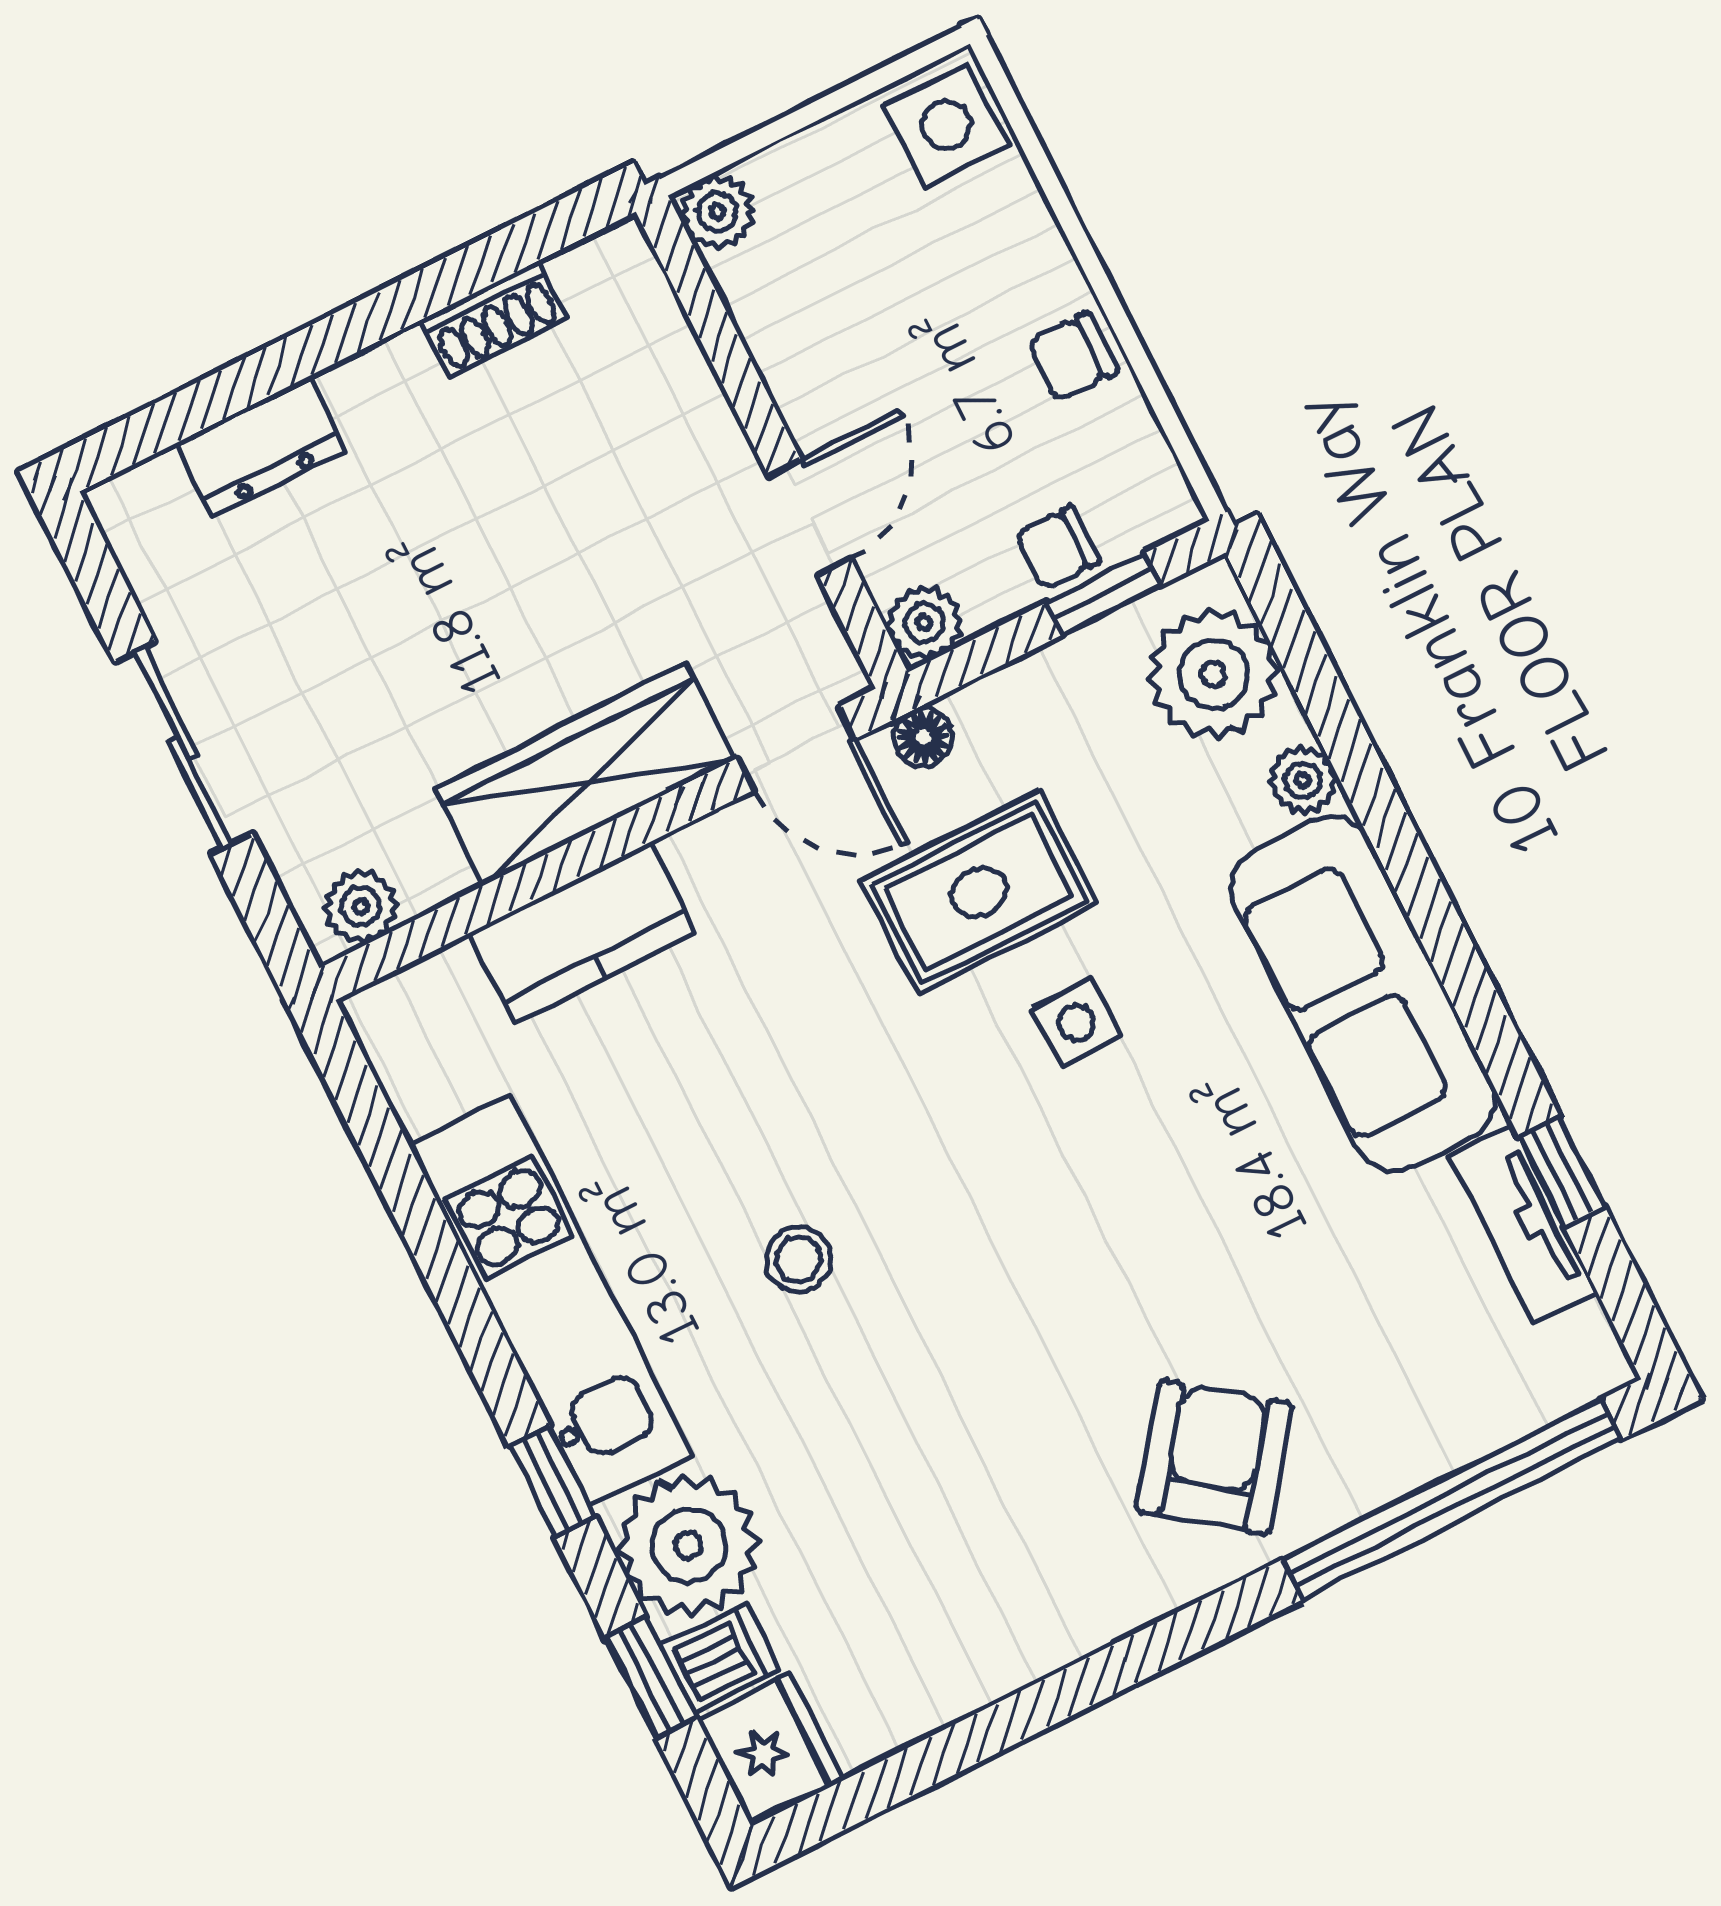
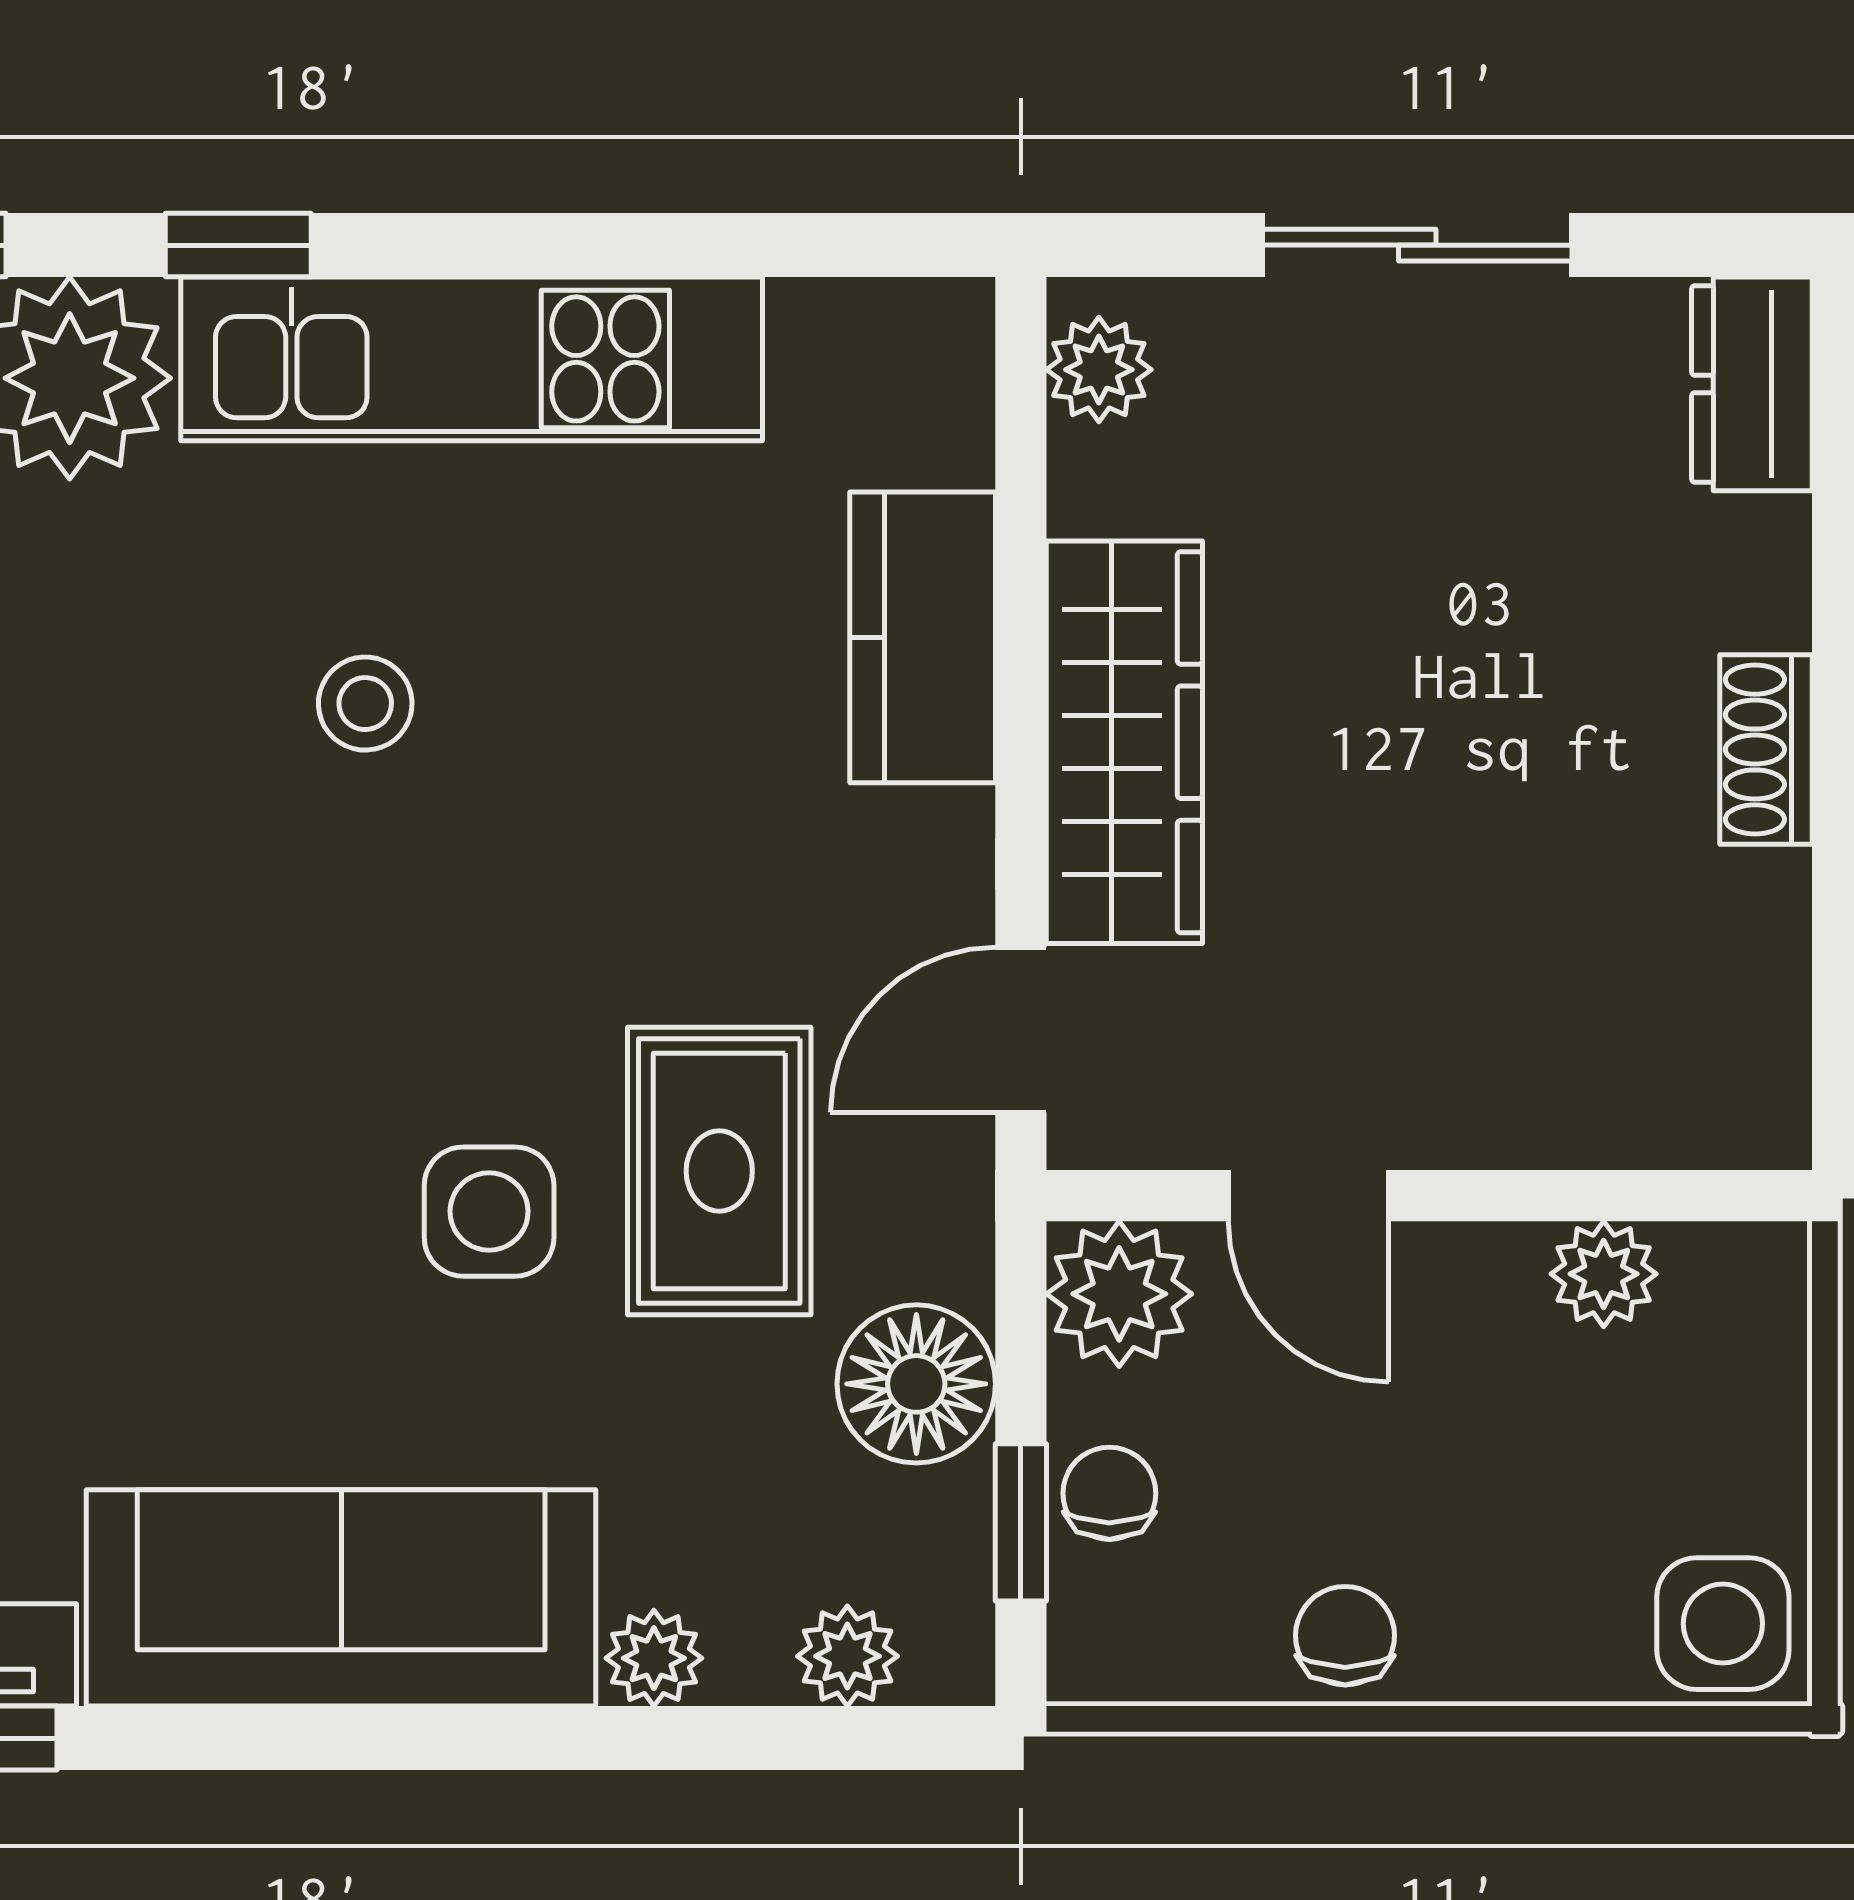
plant: (717, 212) -> (1604, 1274), moved
shoe rack: (494, 319) -> (1766, 749), moved
dresser: (261, 447) -> (1752, 384), moved
plant: (924, 623) -> (1119, 1294), width x1.38, depth x1.38
plant: (1214, 674) -> (847, 1656), width x0.53, depth x0.53
floor lamp: (923, 737) -> (916, 1384), moved, width x1.89, depth x1.89
side table: (1076, 1023) -> (489, 1212), width x1.37, depth x1.37

